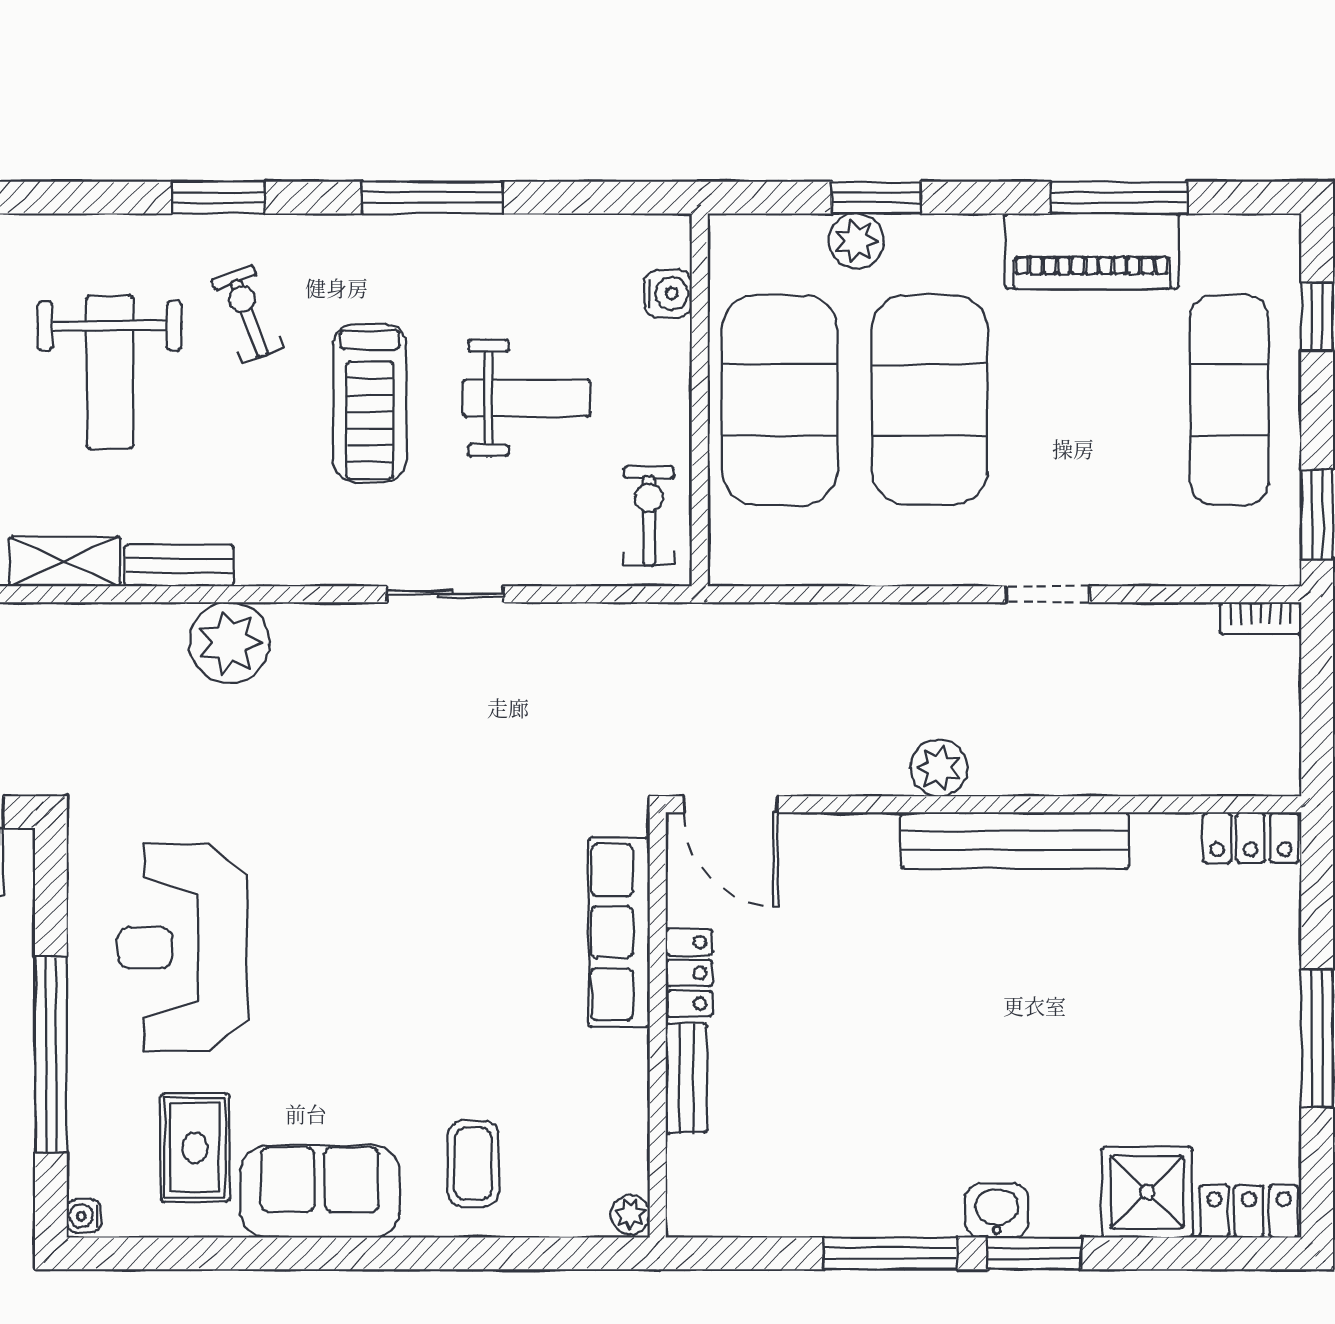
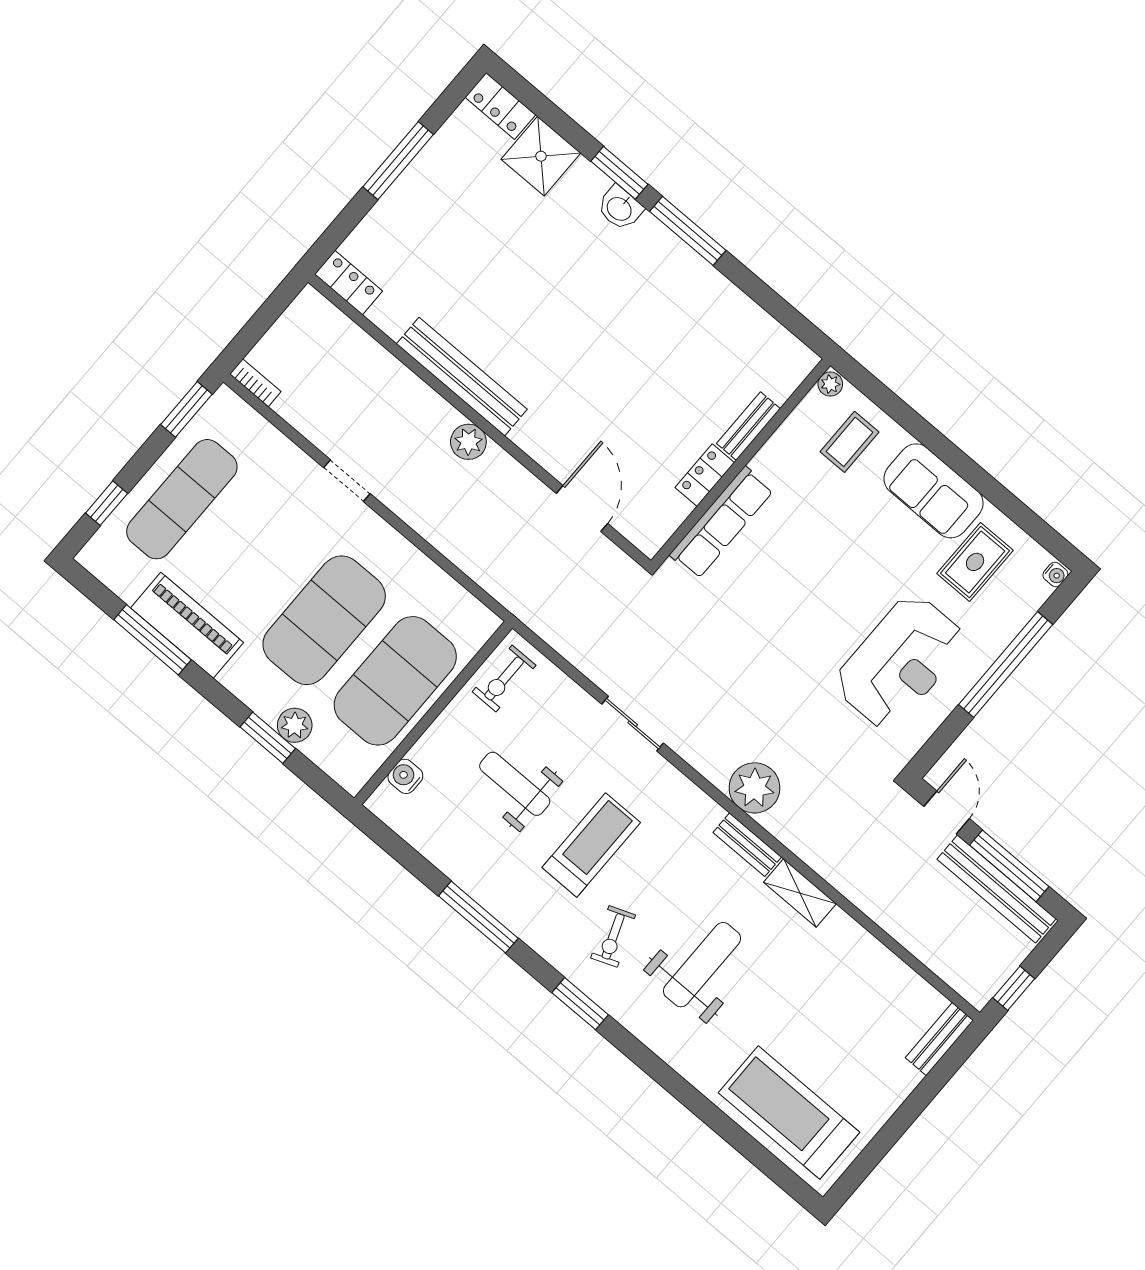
row of seats: (619, 932) -> (721, 523), moved
locker: (689, 973) -> (705, 475), moved
wall: (658, 1025) -> (741, 463), moved
bench: (687, 1078) -> (748, 426), moved
plant: (630, 1215) -> (830, 384), moved

